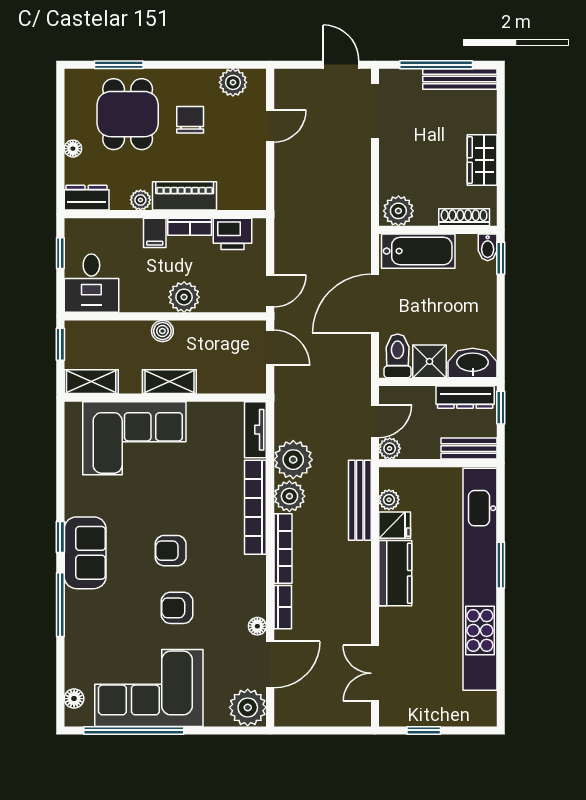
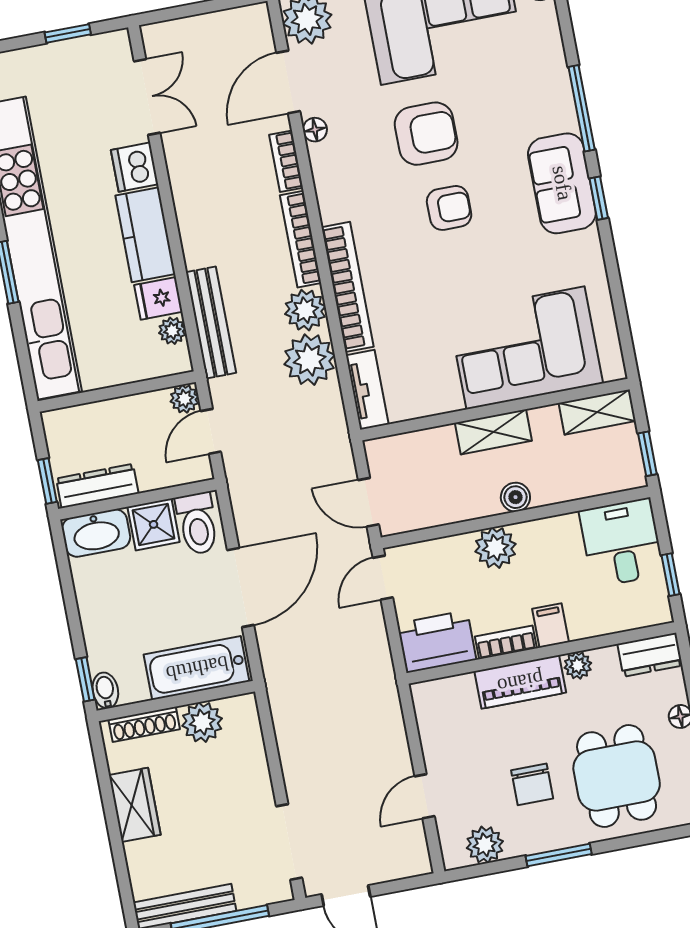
window: (119, 65) -> (559, 855), moved
plant: (398, 211) -> (202, 722), moved
printer: (232, 234) -> (437, 642), width x1.37, depth x1.19
bench: (469, 449) -> (79, 419), removed
armchair: (177, 608) -> (426, 134), width x1.38, depth x1.38
dishwasher: (394, 624) -> (135, 167), added

